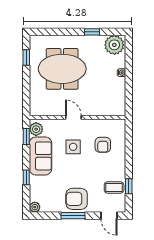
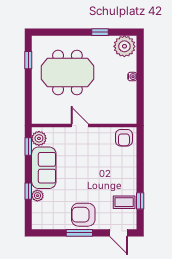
armchair: (103, 145) -> (124, 138), moved
side table: (73, 147) -> (79, 158), removed
plant: (35, 207) -> (37, 196), moved

